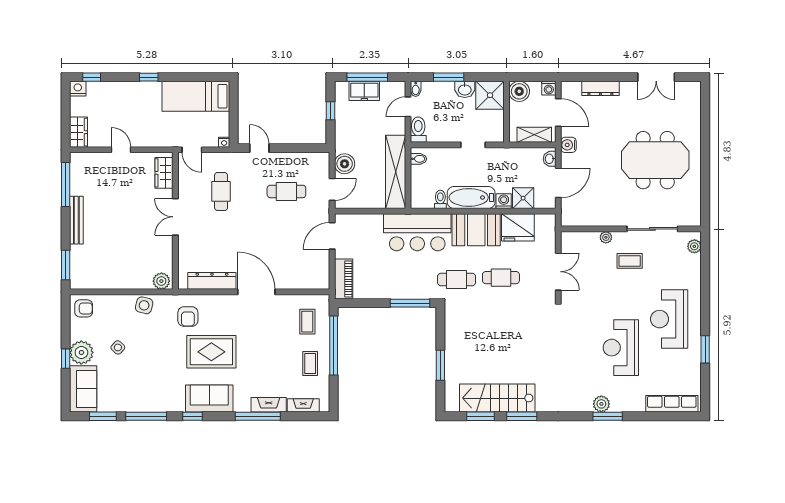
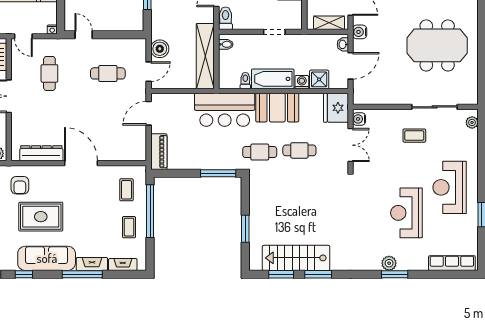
fridge: (518, 227) -> (336, 108), moved, turned 90
plant: (606, 237) -> (393, 114), removed
water cooler: (568, 242) -> (359, 119), added
sofa: (209, 399) -> (47, 258), width x1.36

